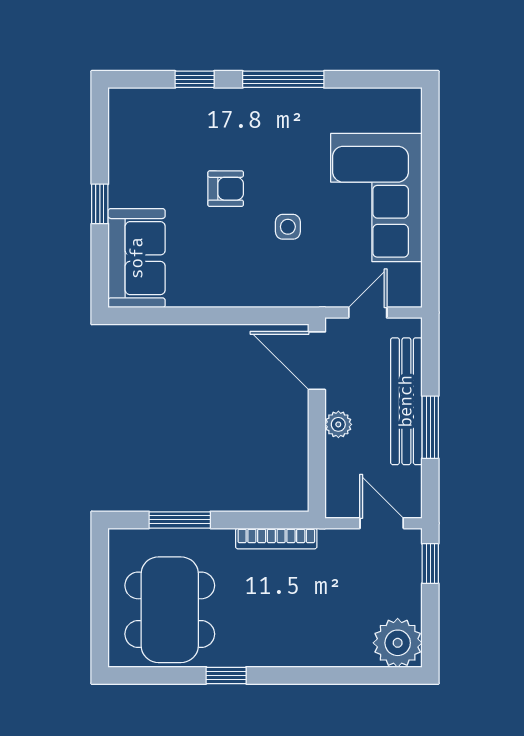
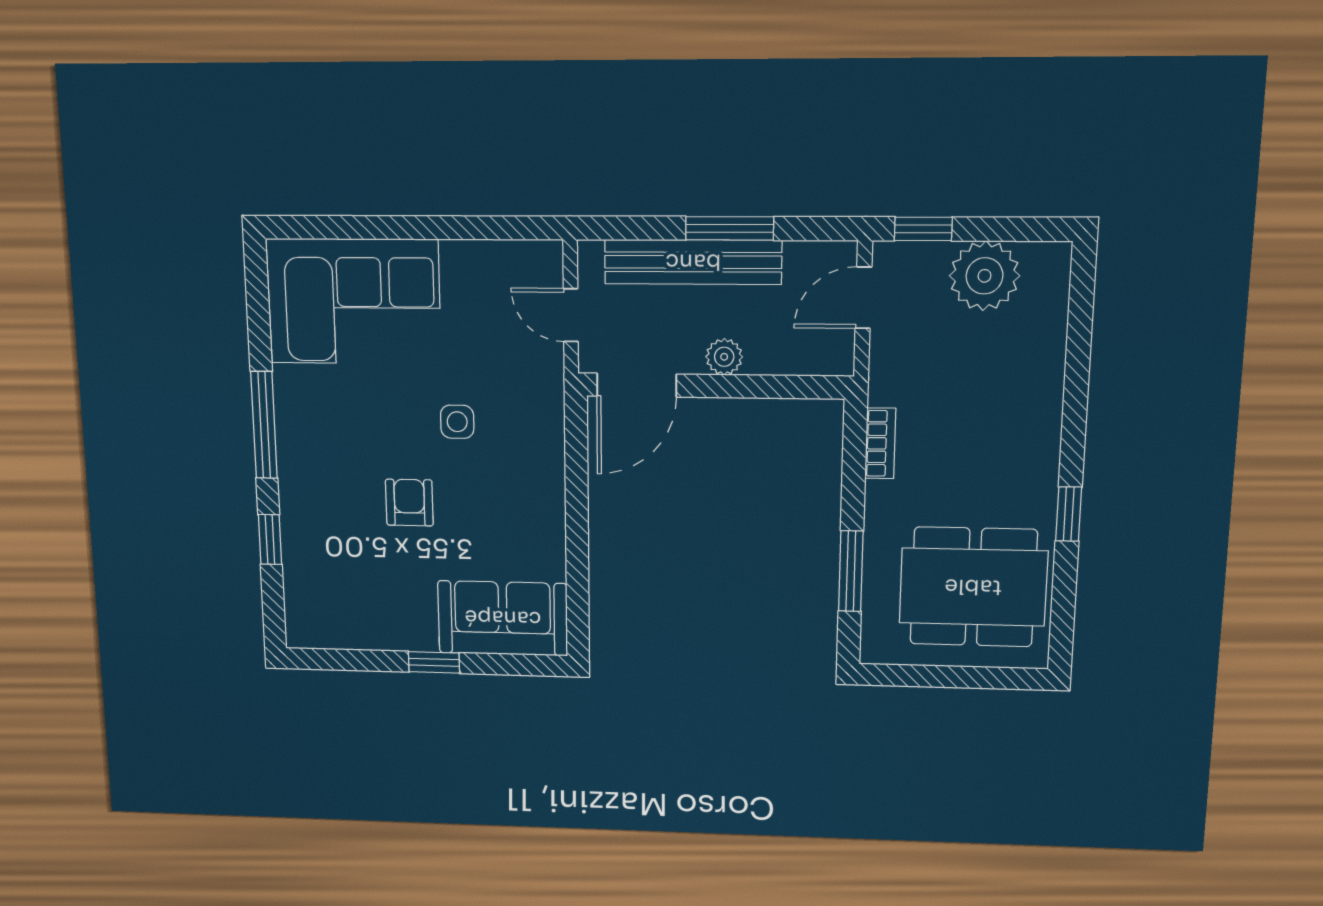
corner sofa: (376, 198) -> (354, 302), moved
bookcase: (276, 538) -> (880, 443), width x0.64
plant: (398, 643) -> (984, 276), moved

